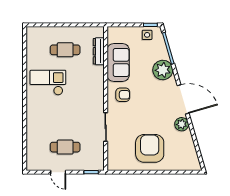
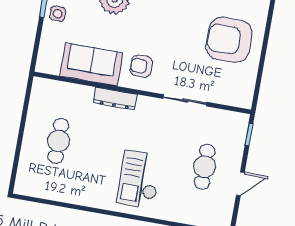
dresser: (99, 51) -> (115, 99), moved
checkout: (48, 83) -> (139, 179), moved
armchair: (123, 95) -> (141, 66), turned -90

